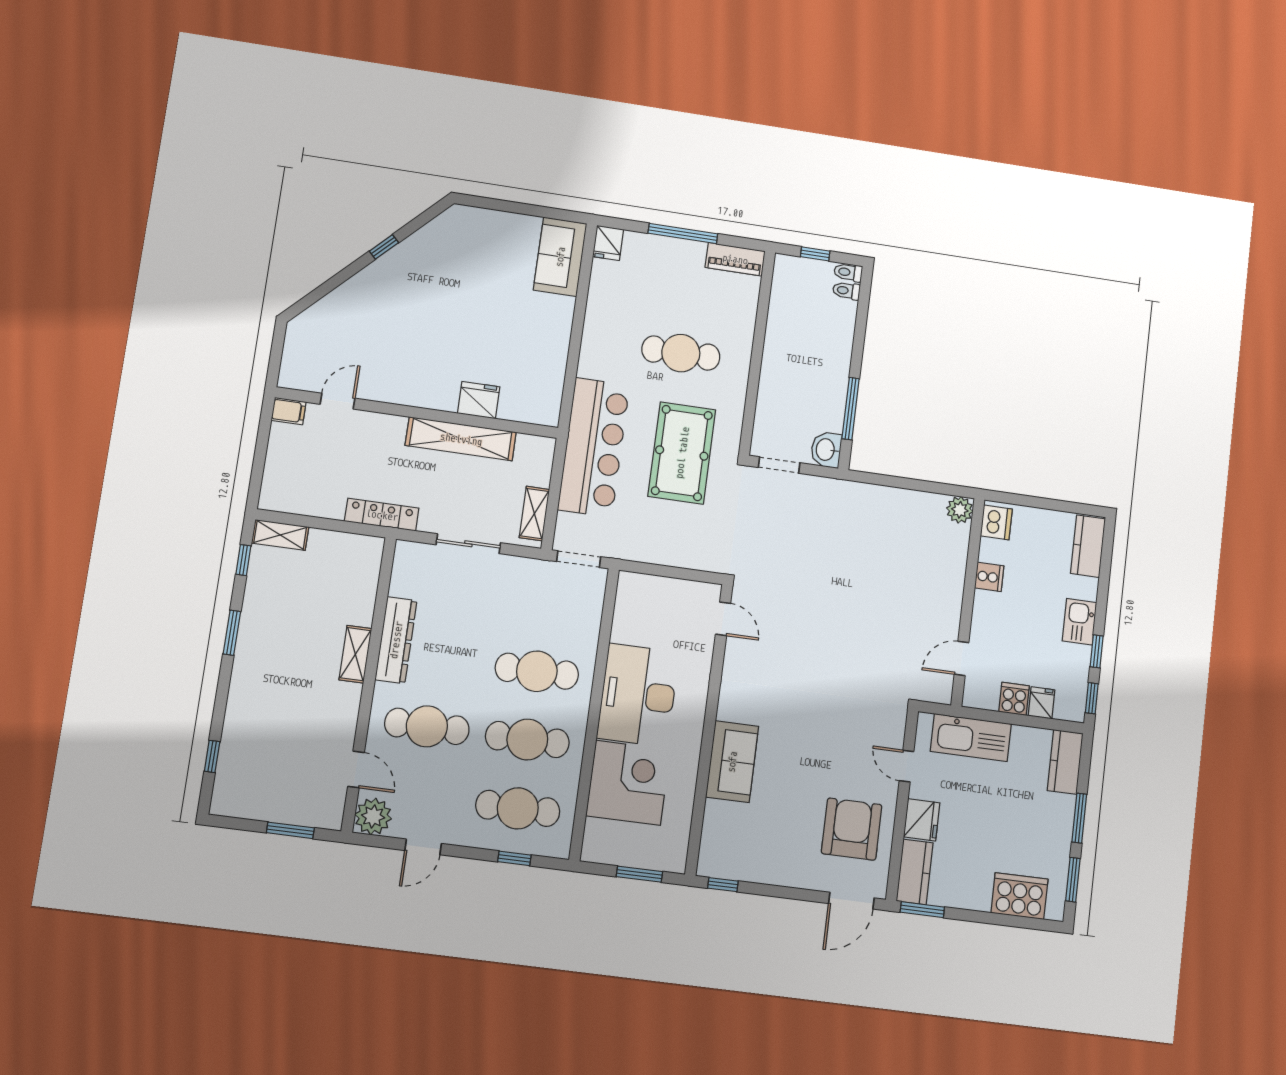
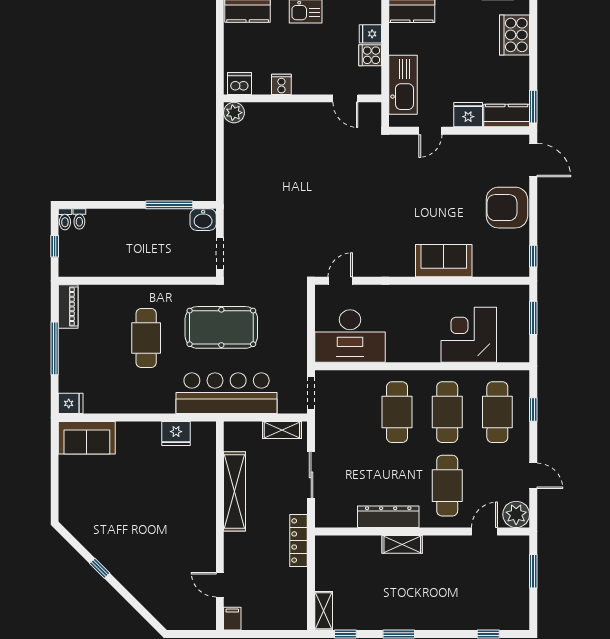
fridge: (479, 400) -> (176, 433), moved, turned -90
desk: (638, 695) -> (350, 336), moved
armchair: (852, 829) -> (507, 208), moved

